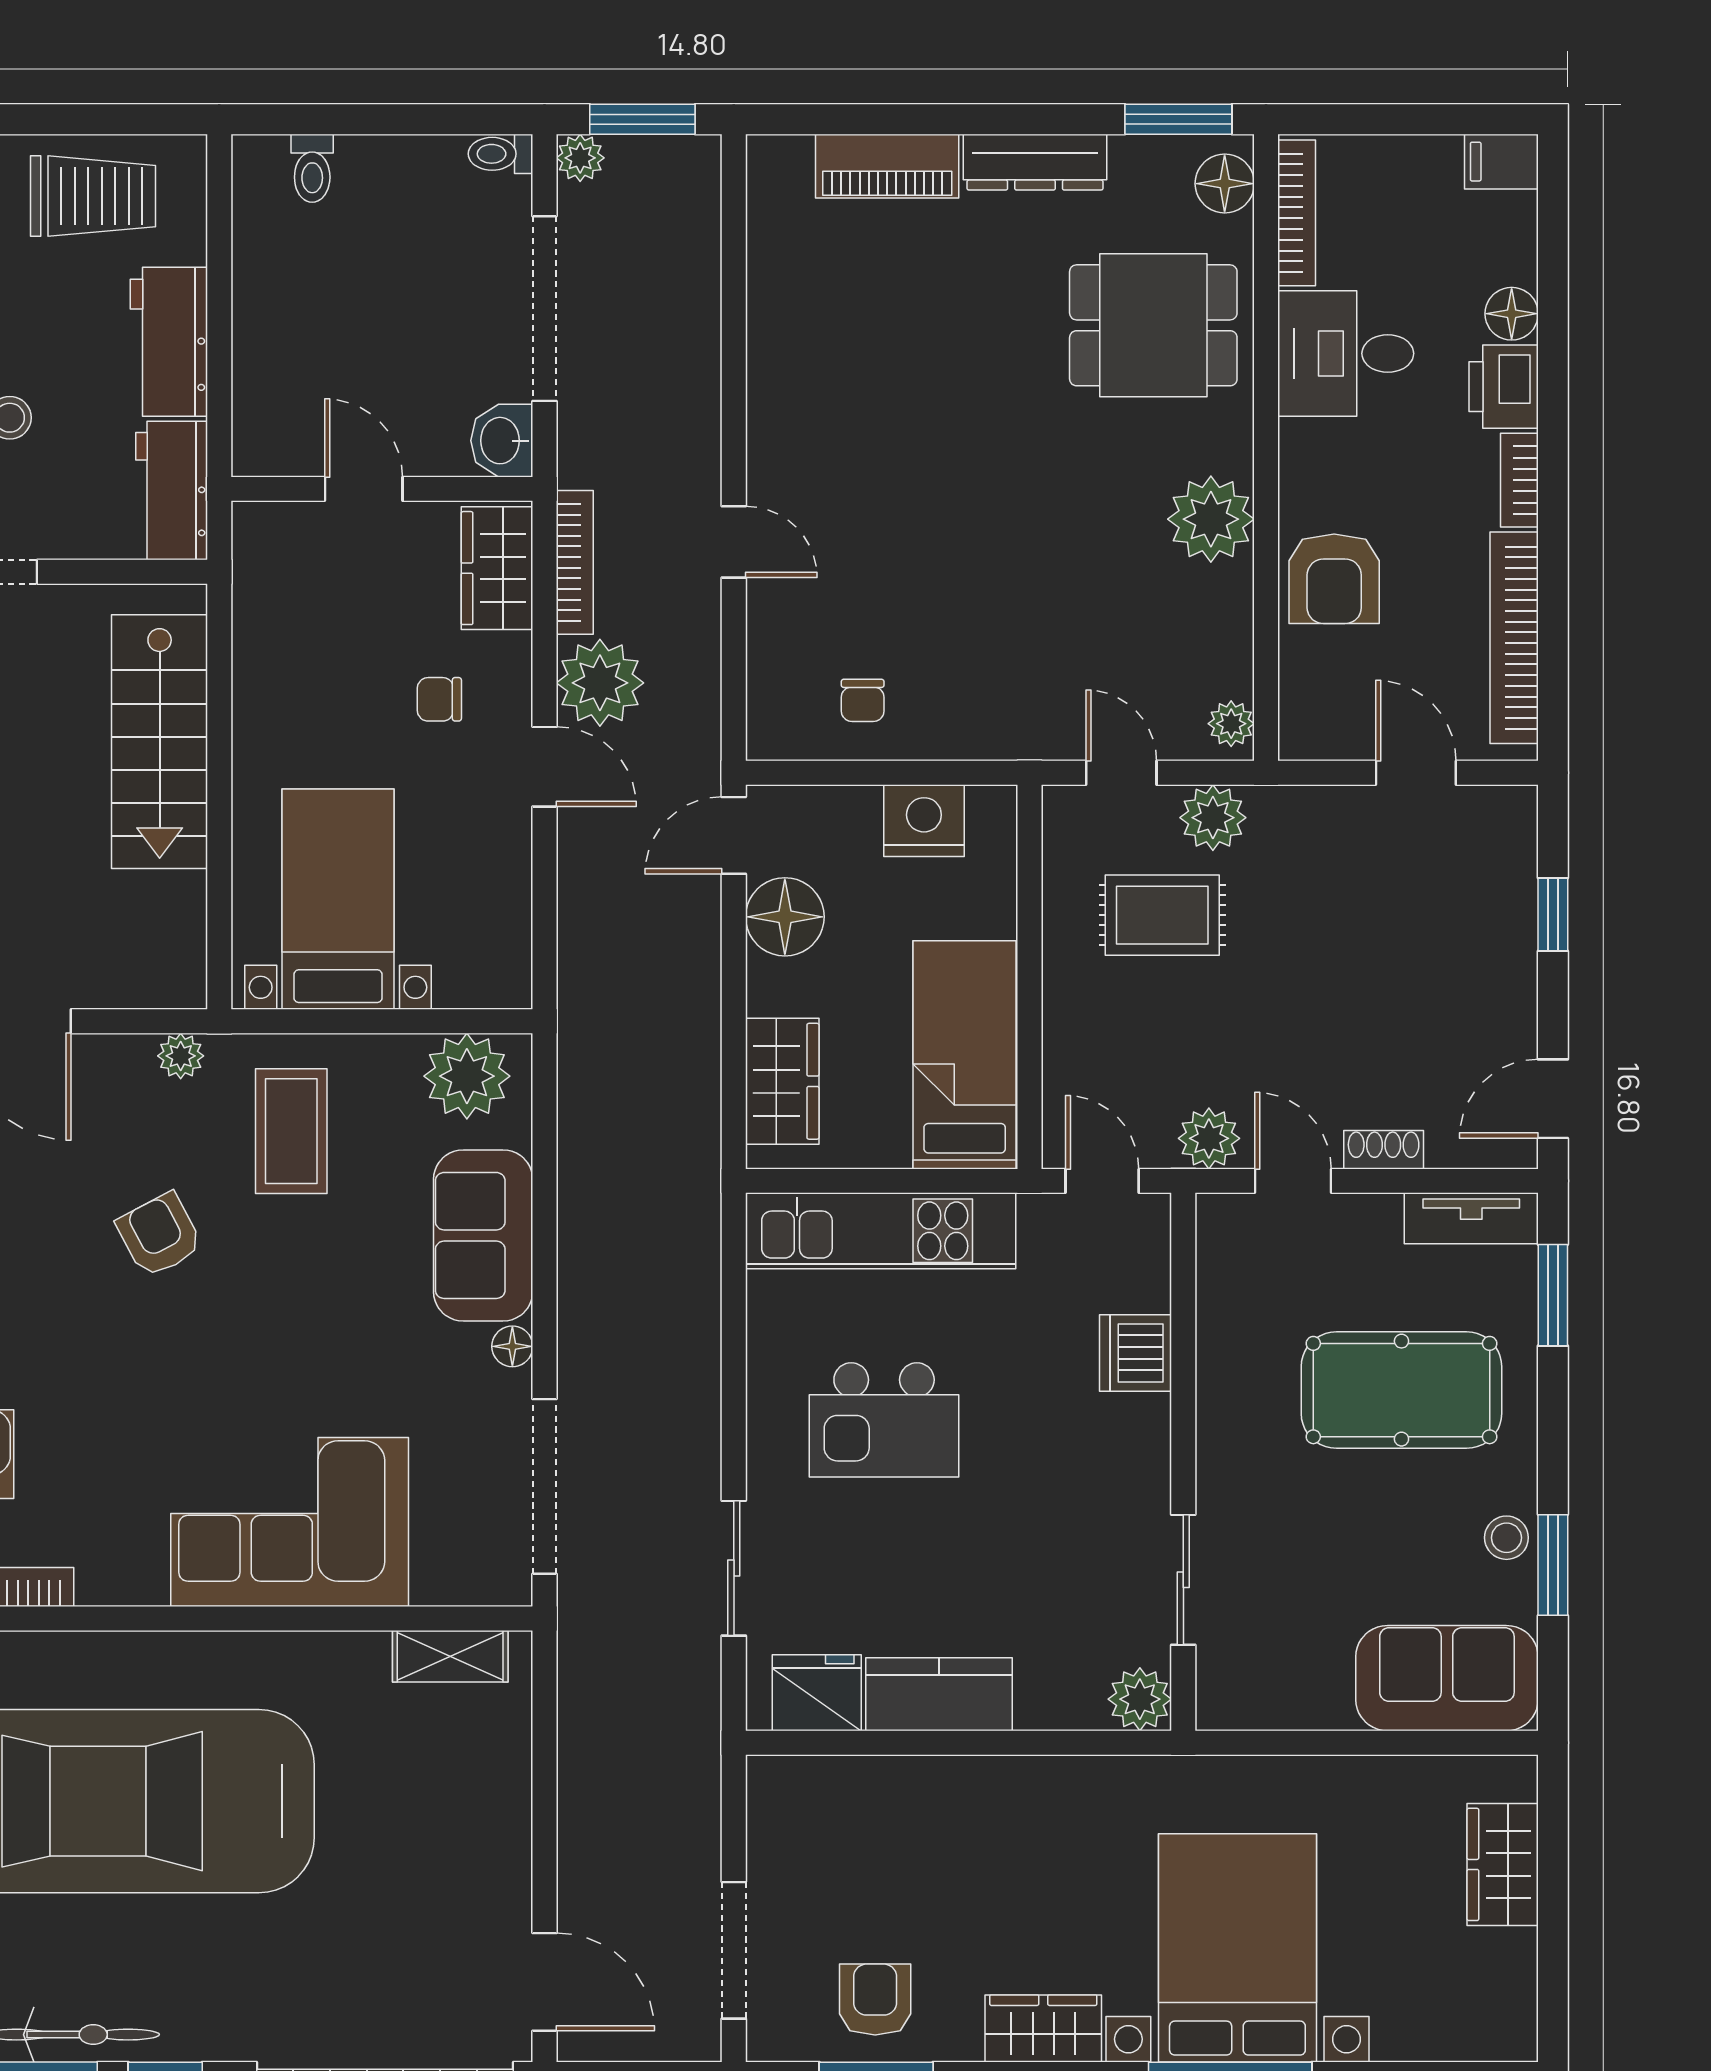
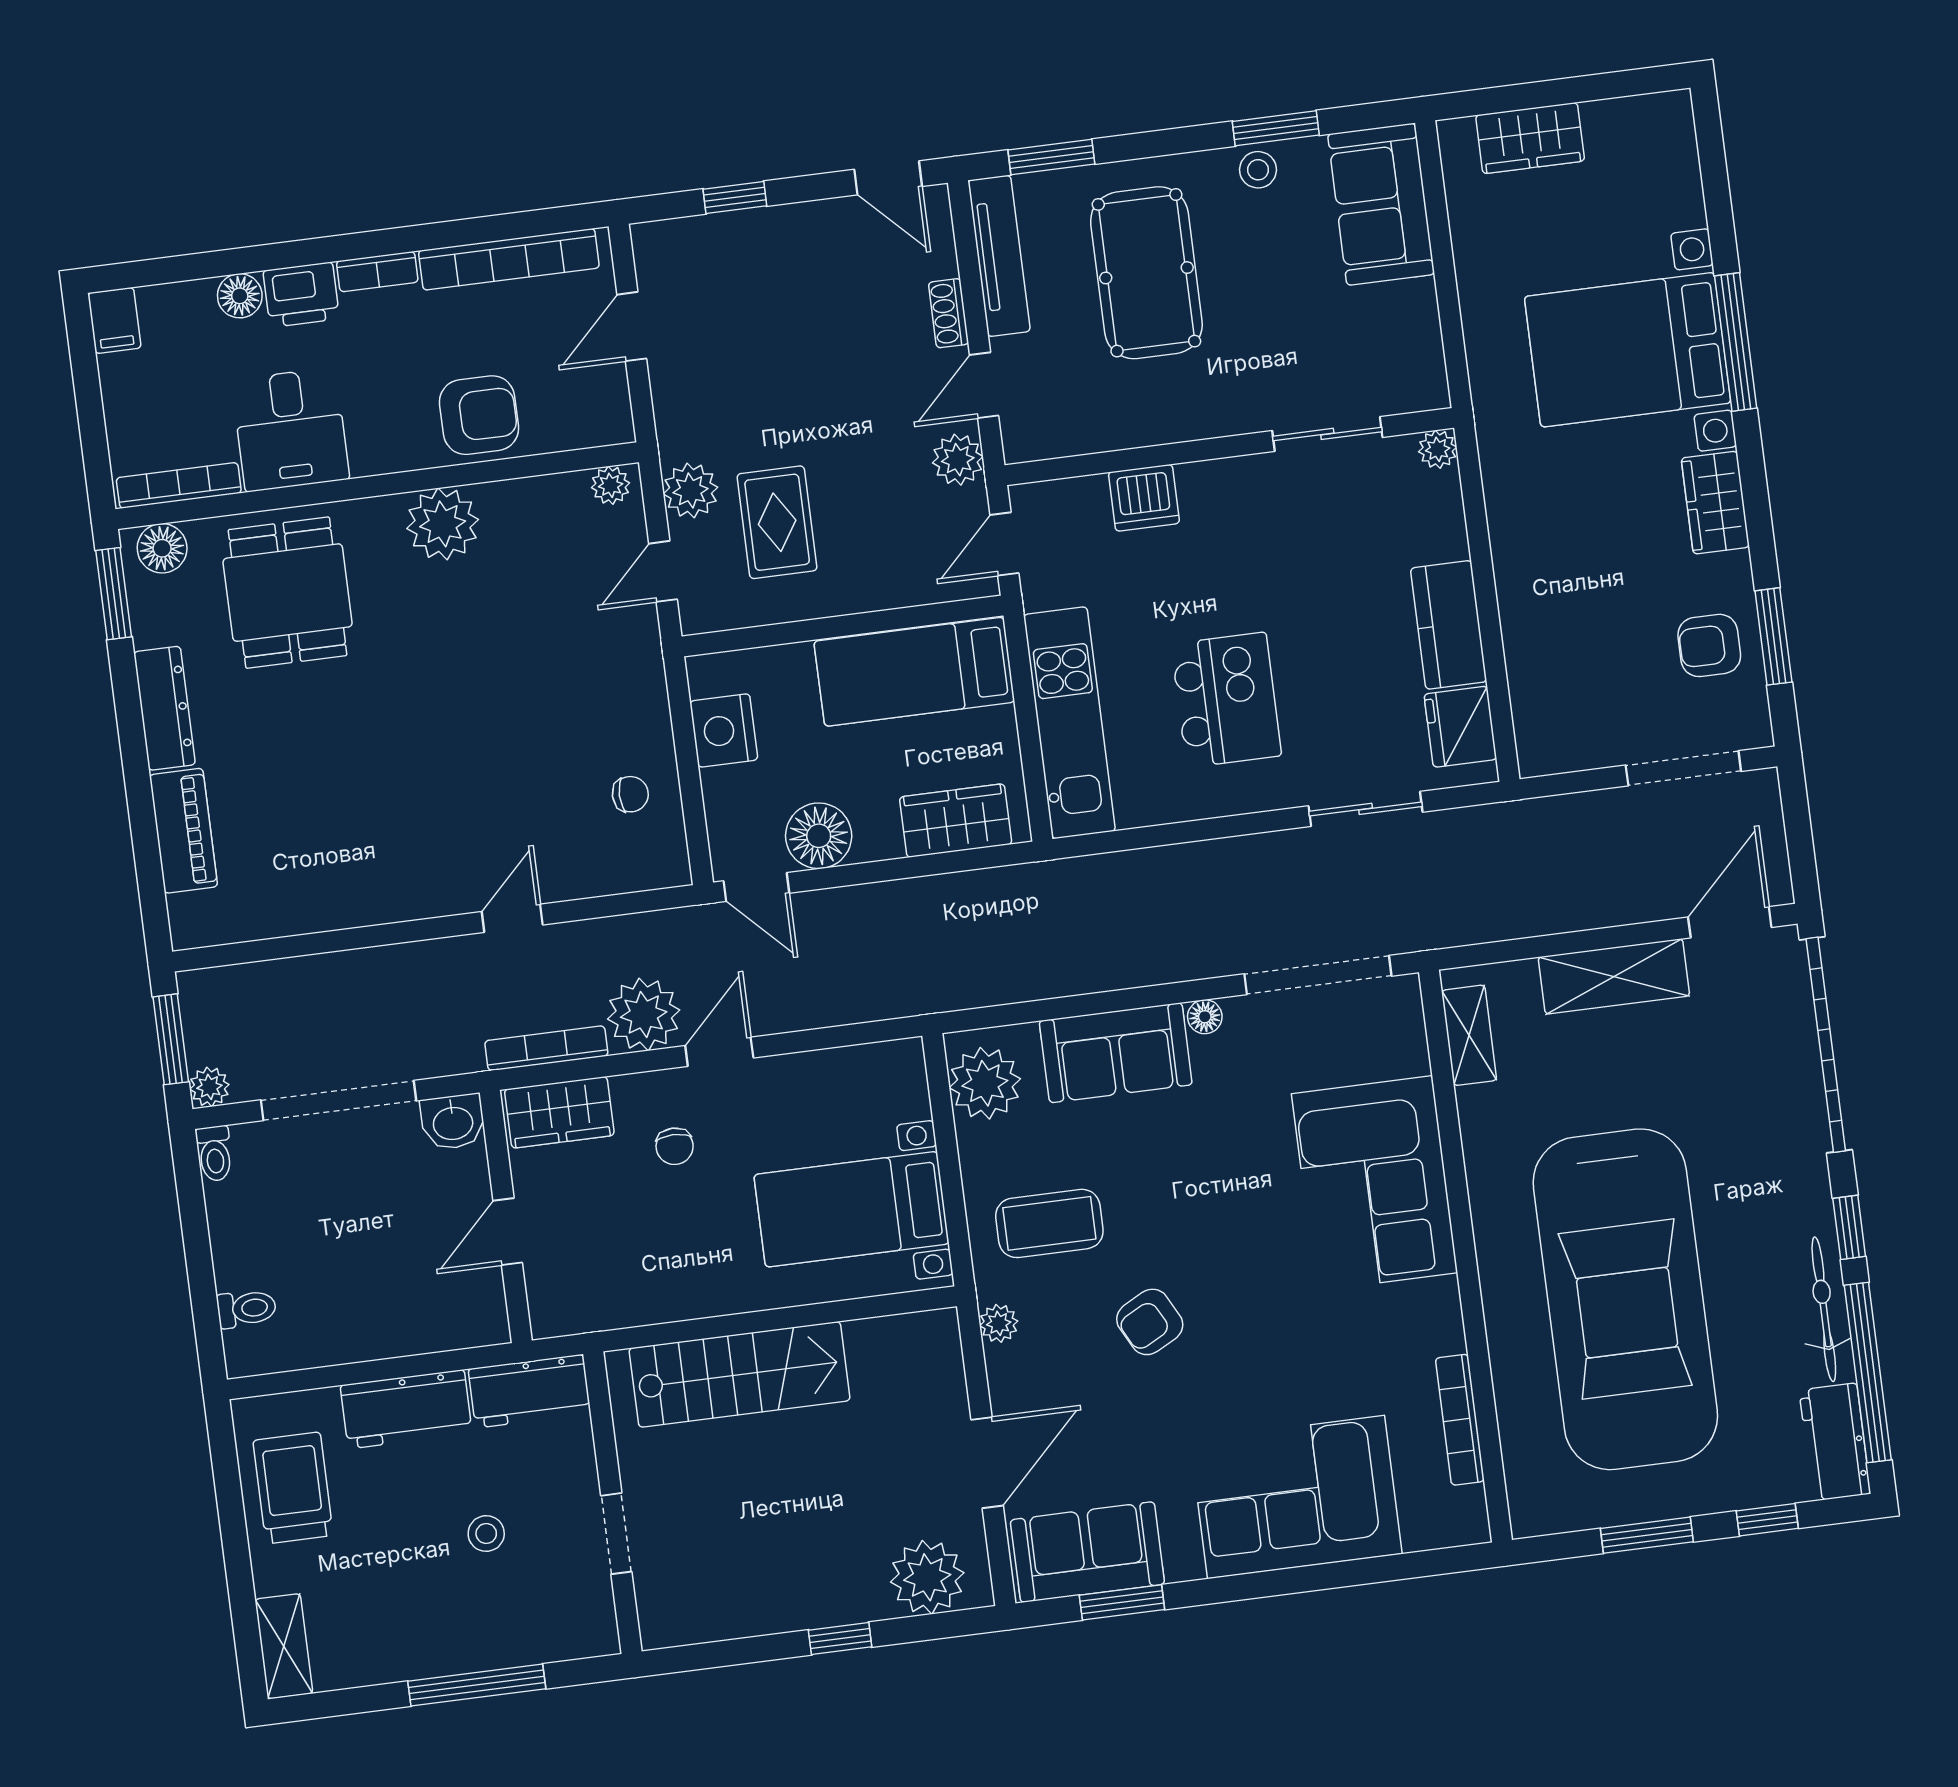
tv unit: (1471, 1218) -> (999, 256), width x1.41
plant: (1140, 1699) -> (1438, 449), width x0.73, depth x0.73
shelving: (498, 1837) -> (1614, 976), added

